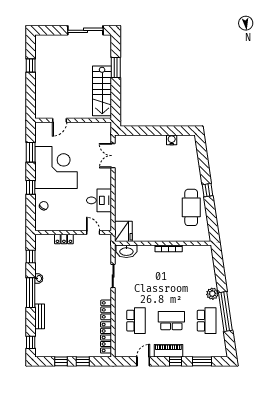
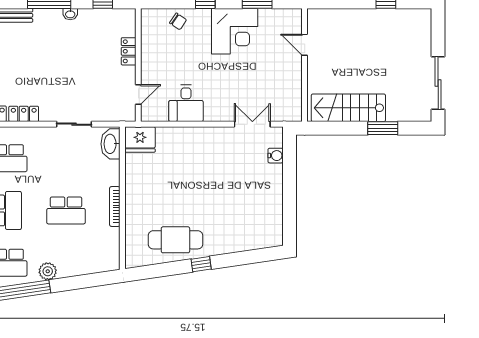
water cooler: (172, 140) -> (276, 156), moved
corner desk: (56, 167) -> (235, 31), width x0.74, depth x0.74
school desk: (171, 281) -> (66, 210), added

